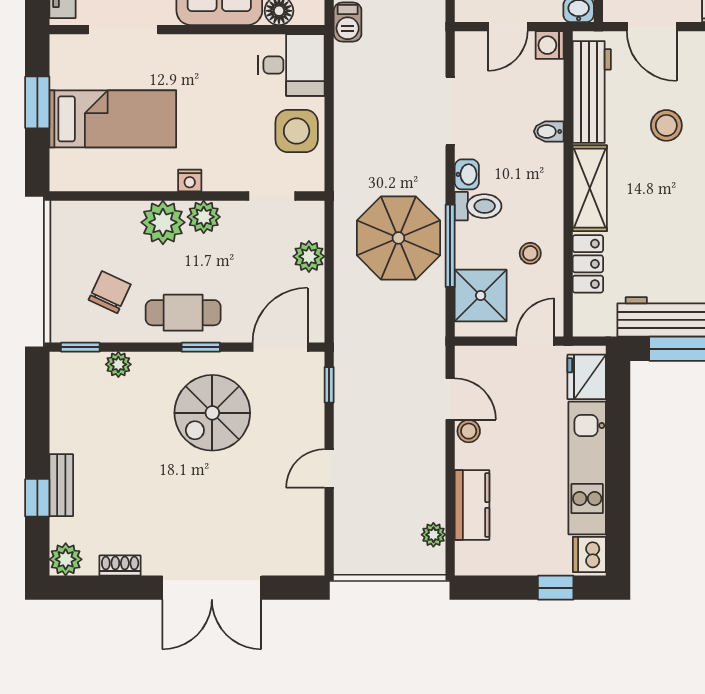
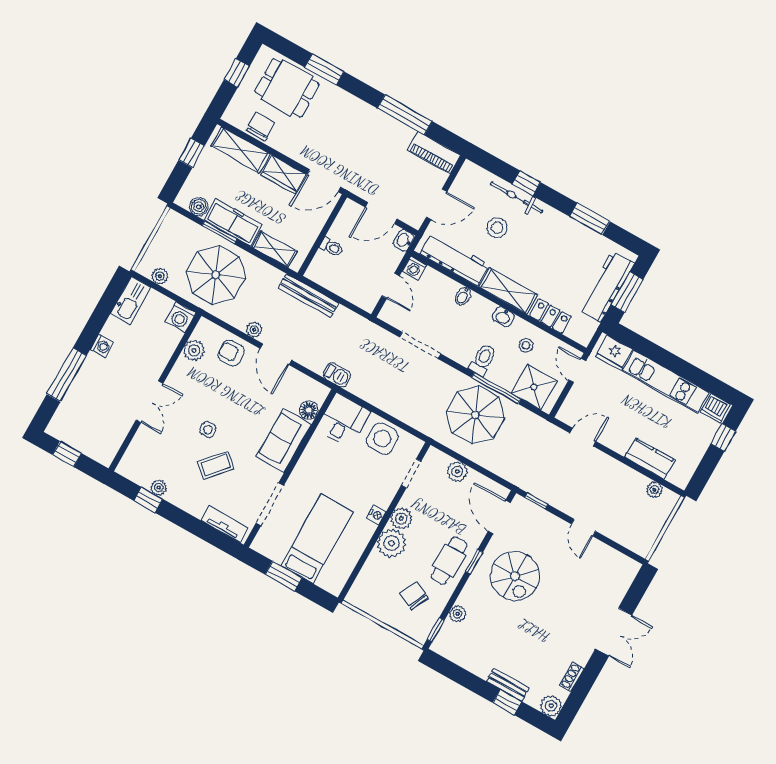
washbasin: (467, 174) -> (503, 317), moved, turned 180
stool: (469, 431) -> (607, 437), removed
double door: (212, 588) -> (614, 632), width x0.73

